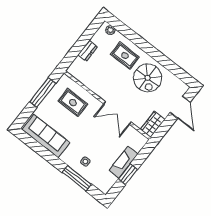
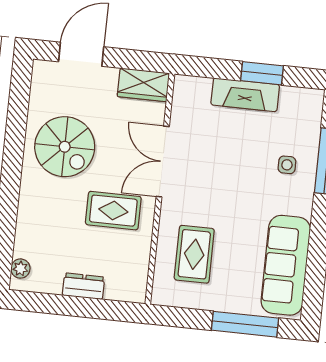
rug: (125, 56) -> (113, 211), moved, turned 90
spiral stairs: (148, 78) -> (65, 147), turned 90
window: (43, 93) -> (245, 324), moved
double door: (117, 113) -> (163, 161), swing flipped

